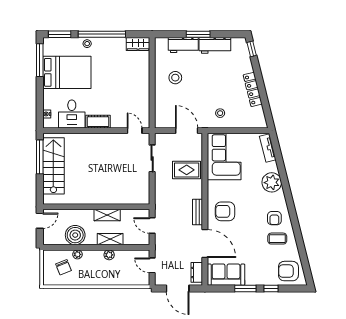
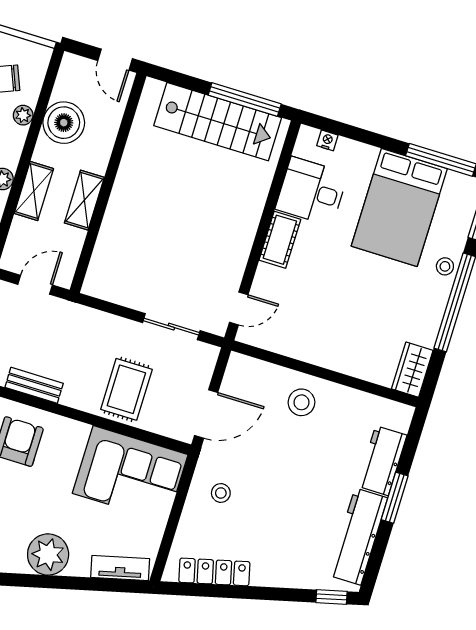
workbench: (215, 45) -> (358, 537), width x1.38
stool: (175, 78) -> (301, 402), moved
locker: (253, 89) -> (214, 572), moved

